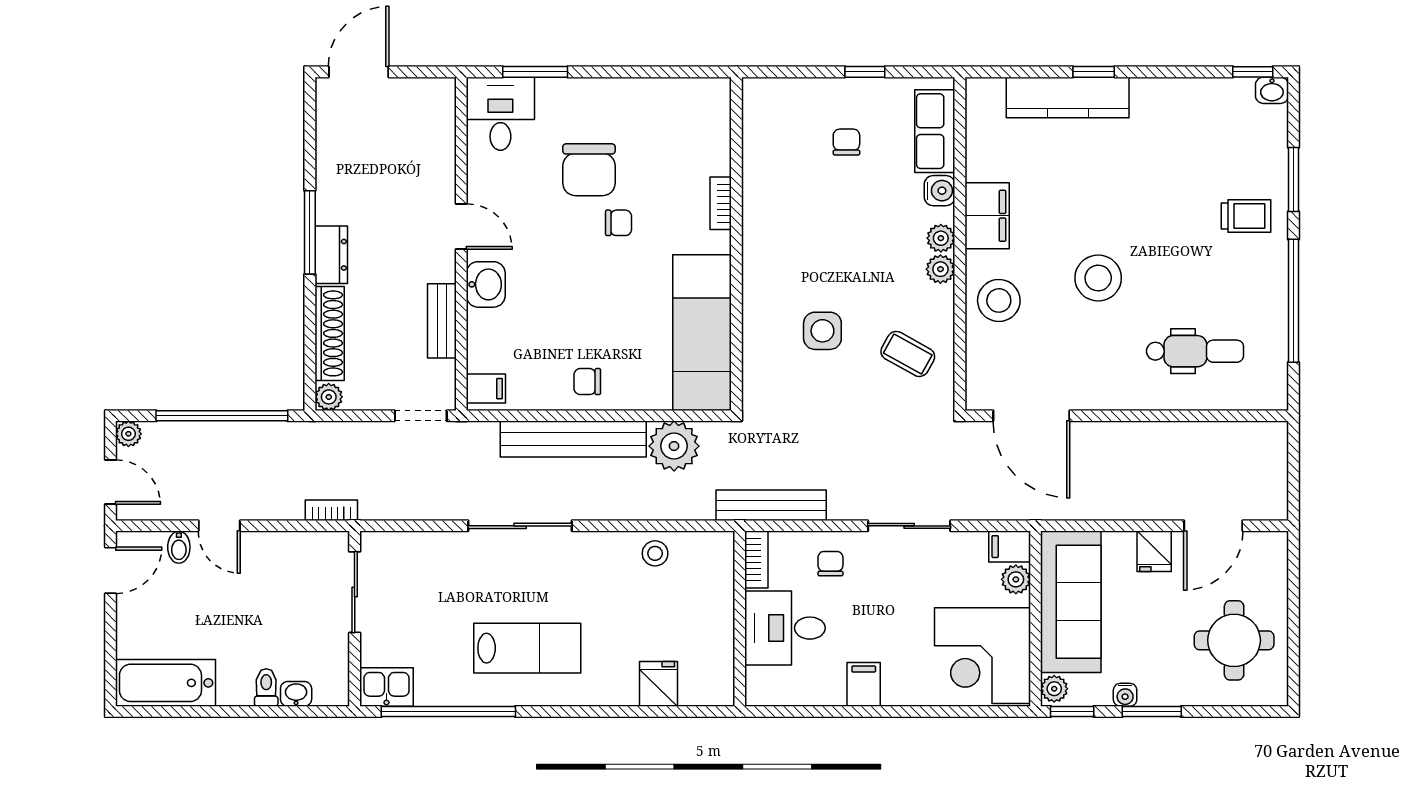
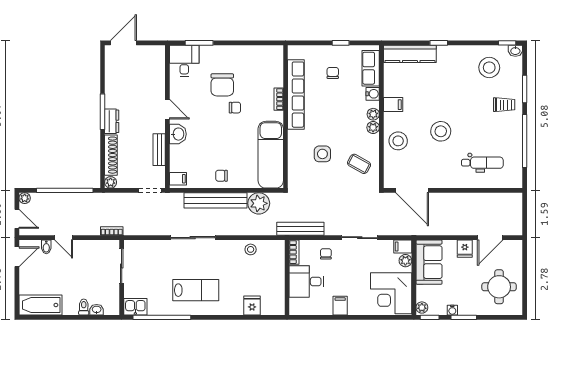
kitchen counter: (1068, 97) -> (410, 54), moved
stool: (1211, 129) -> (489, 68), added
row of seats: (761, 192) -> (296, 95), added
filing cabinet: (987, 216) -> (393, 105), width x0.50
sofa: (1071, 602) -> (429, 262), width x0.73

